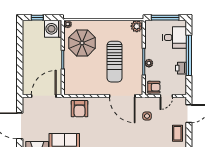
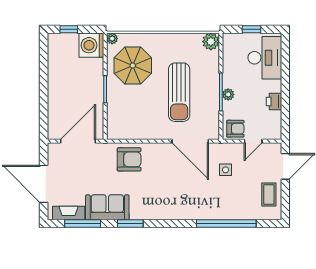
window: (165, 18) -> (251, 29), width x0.46
desk: (175, 38) -> (265, 58), width x1.37
window: (189, 55) -> (285, 83), removed
armchair: (80, 109) -> (129, 159), turned -90

